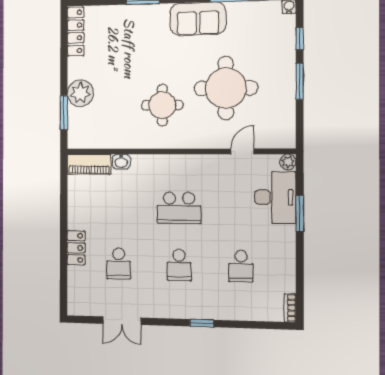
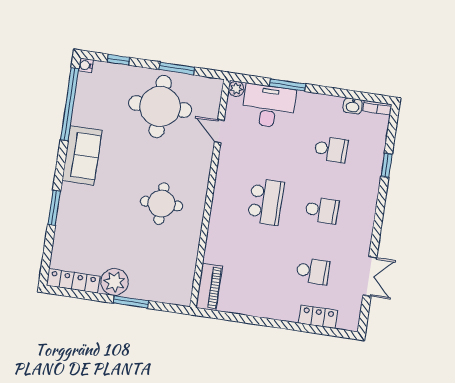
window: (300, 81) -> (177, 68), moved
round table: (226, 88) -> (160, 107), moved
plant: (80, 93) -> (115, 282), moved
window: (64, 113) -> (131, 302), moved
washbasin: (121, 162) -> (353, 106), moved, turned 90
locker: (76, 248) -> (318, 317), moved
window: (202, 323) -> (387, 165), moved

